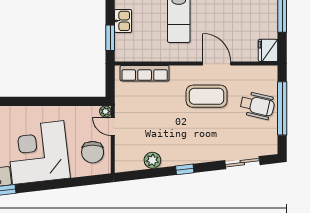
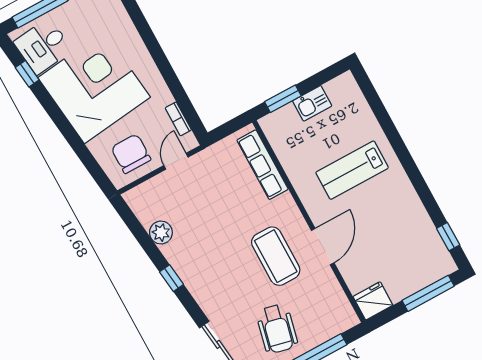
wheelchair: (257, 105) -> (277, 329), moved
bookcase: (87, 110) -> (178, 119), added
plant: (105, 111) -> (189, 142), removed
chair: (93, 152) -> (131, 154), turned 90

